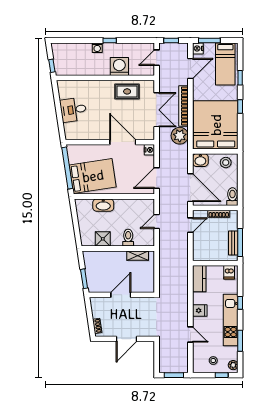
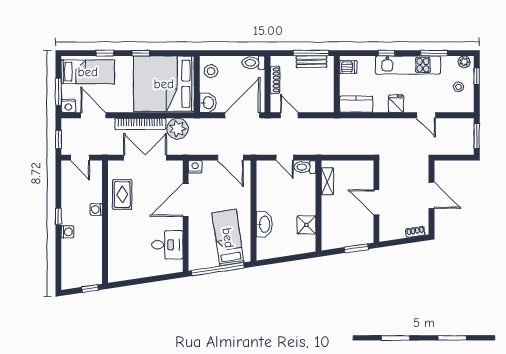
washing machine: (119, 66) -> (96, 210), width x0.53, depth x0.53
desk: (73, 110) -> (167, 245), moved, turned -81
bed: (93, 176) -> (228, 238), width x0.67
toilet: (128, 238) -> (305, 167), moved
door: (190, 335) -> (426, 115), swing flipped

